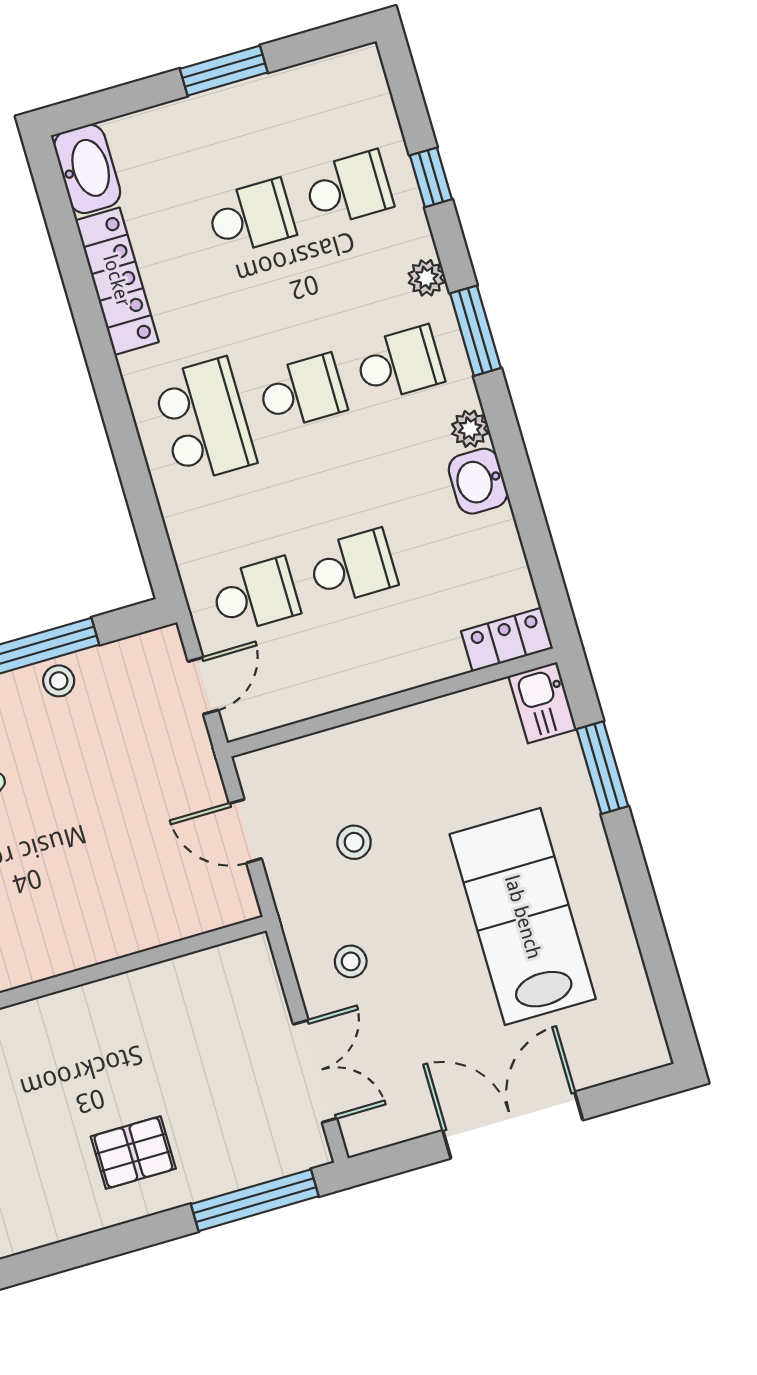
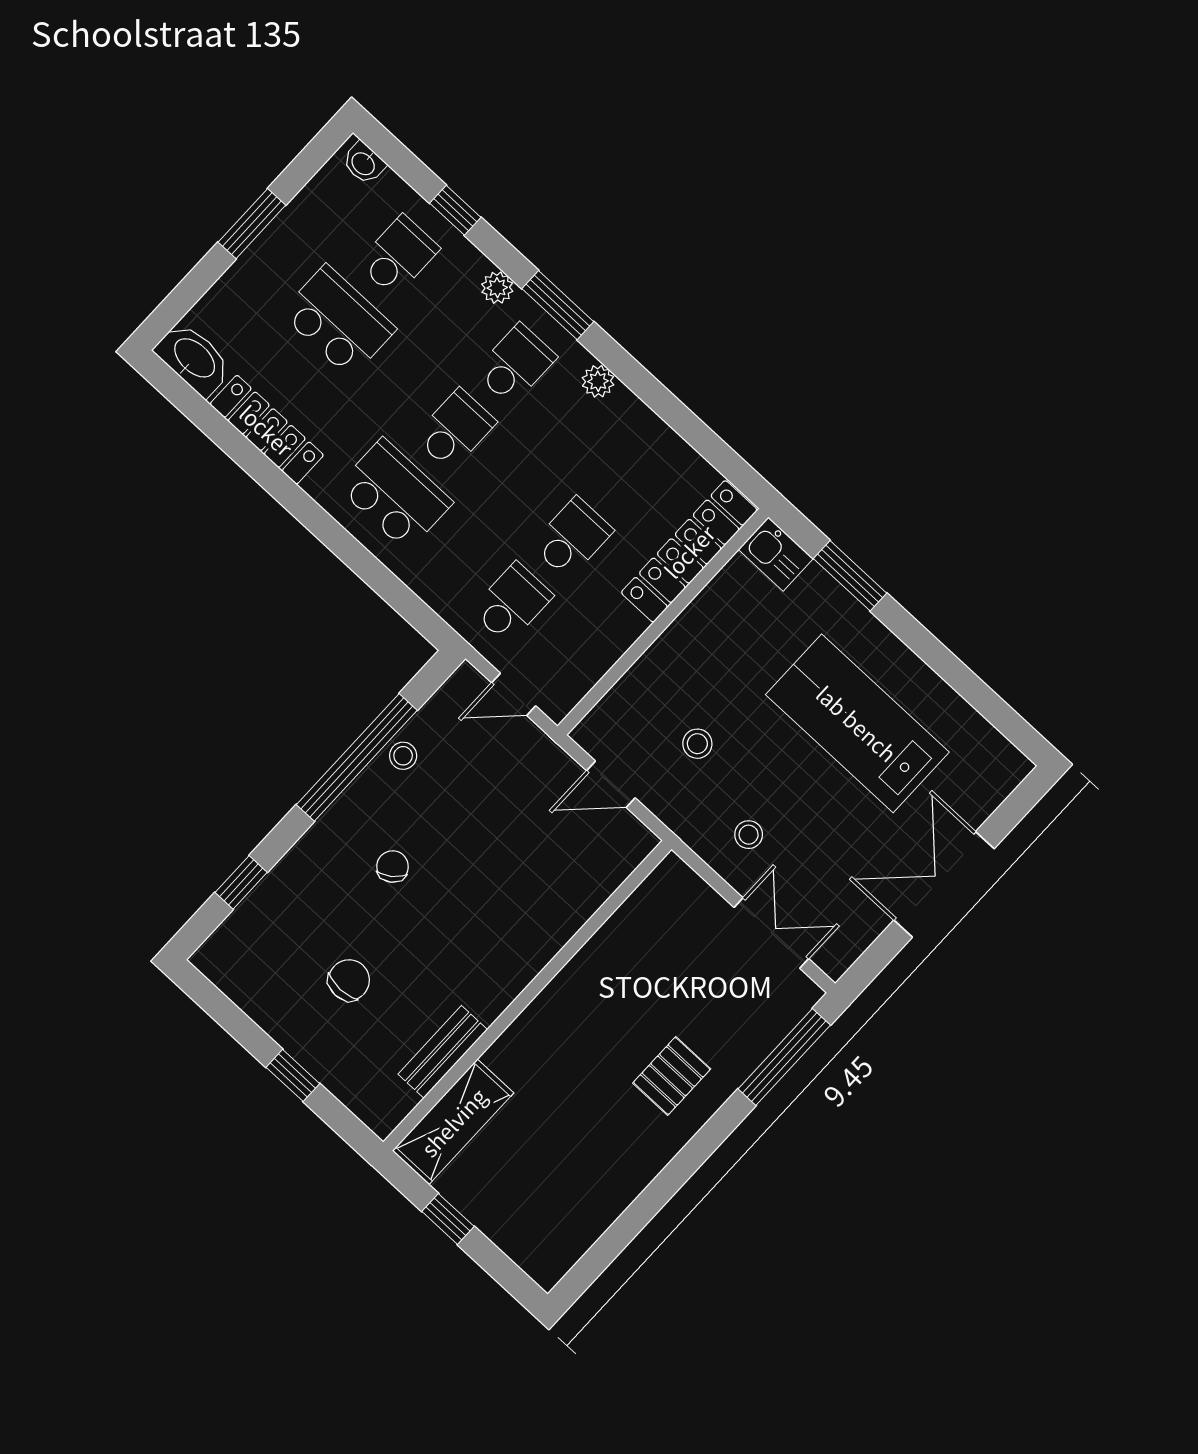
school desk: (251, 217) -> (338, 321), width x1.85
washbasin: (478, 481) -> (364, 163), moved, width x0.72, depth x0.69
locker: (507, 640) -> (689, 551), width x2.16, depth x1.21
door: (203, 686) -> (514, 694), swing flipped

